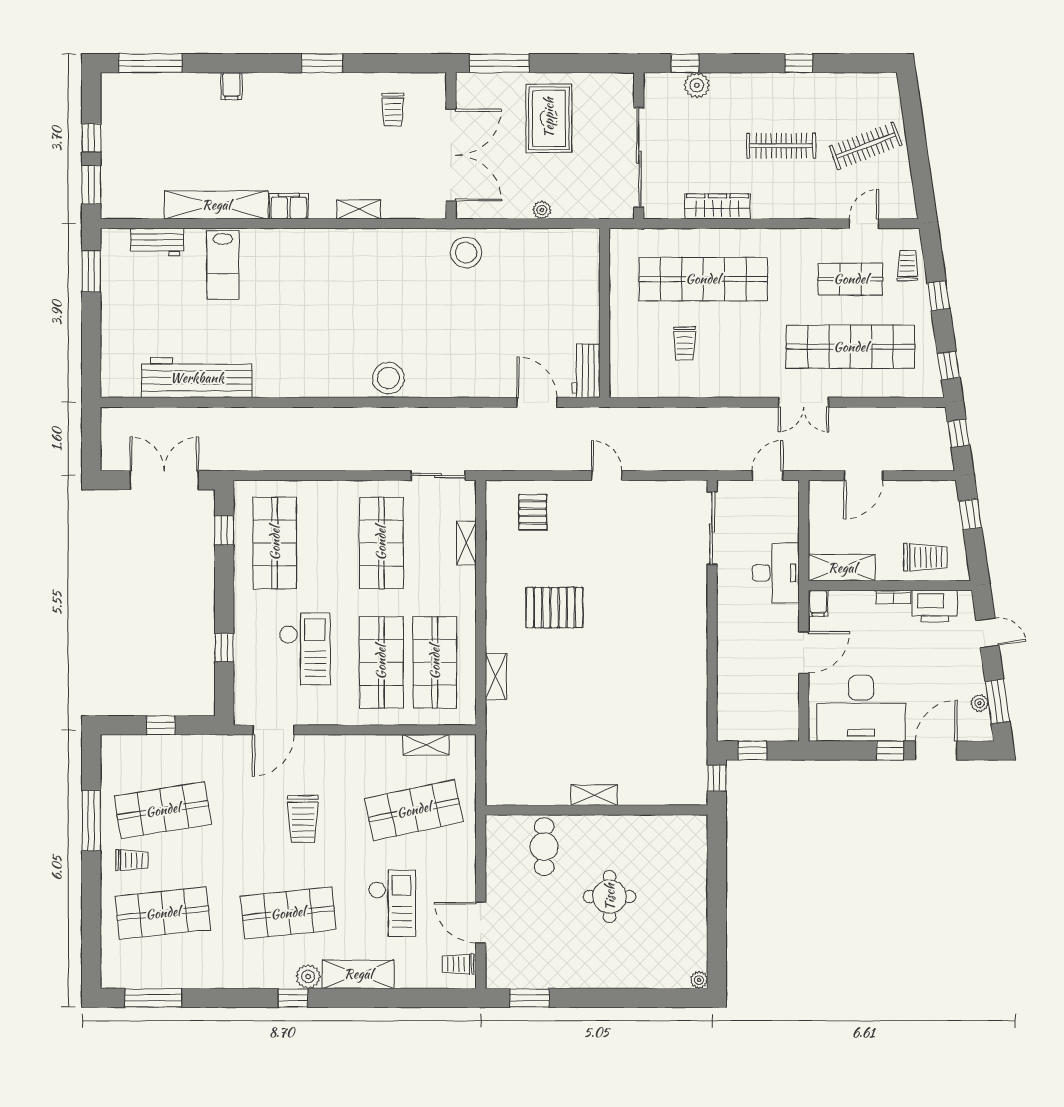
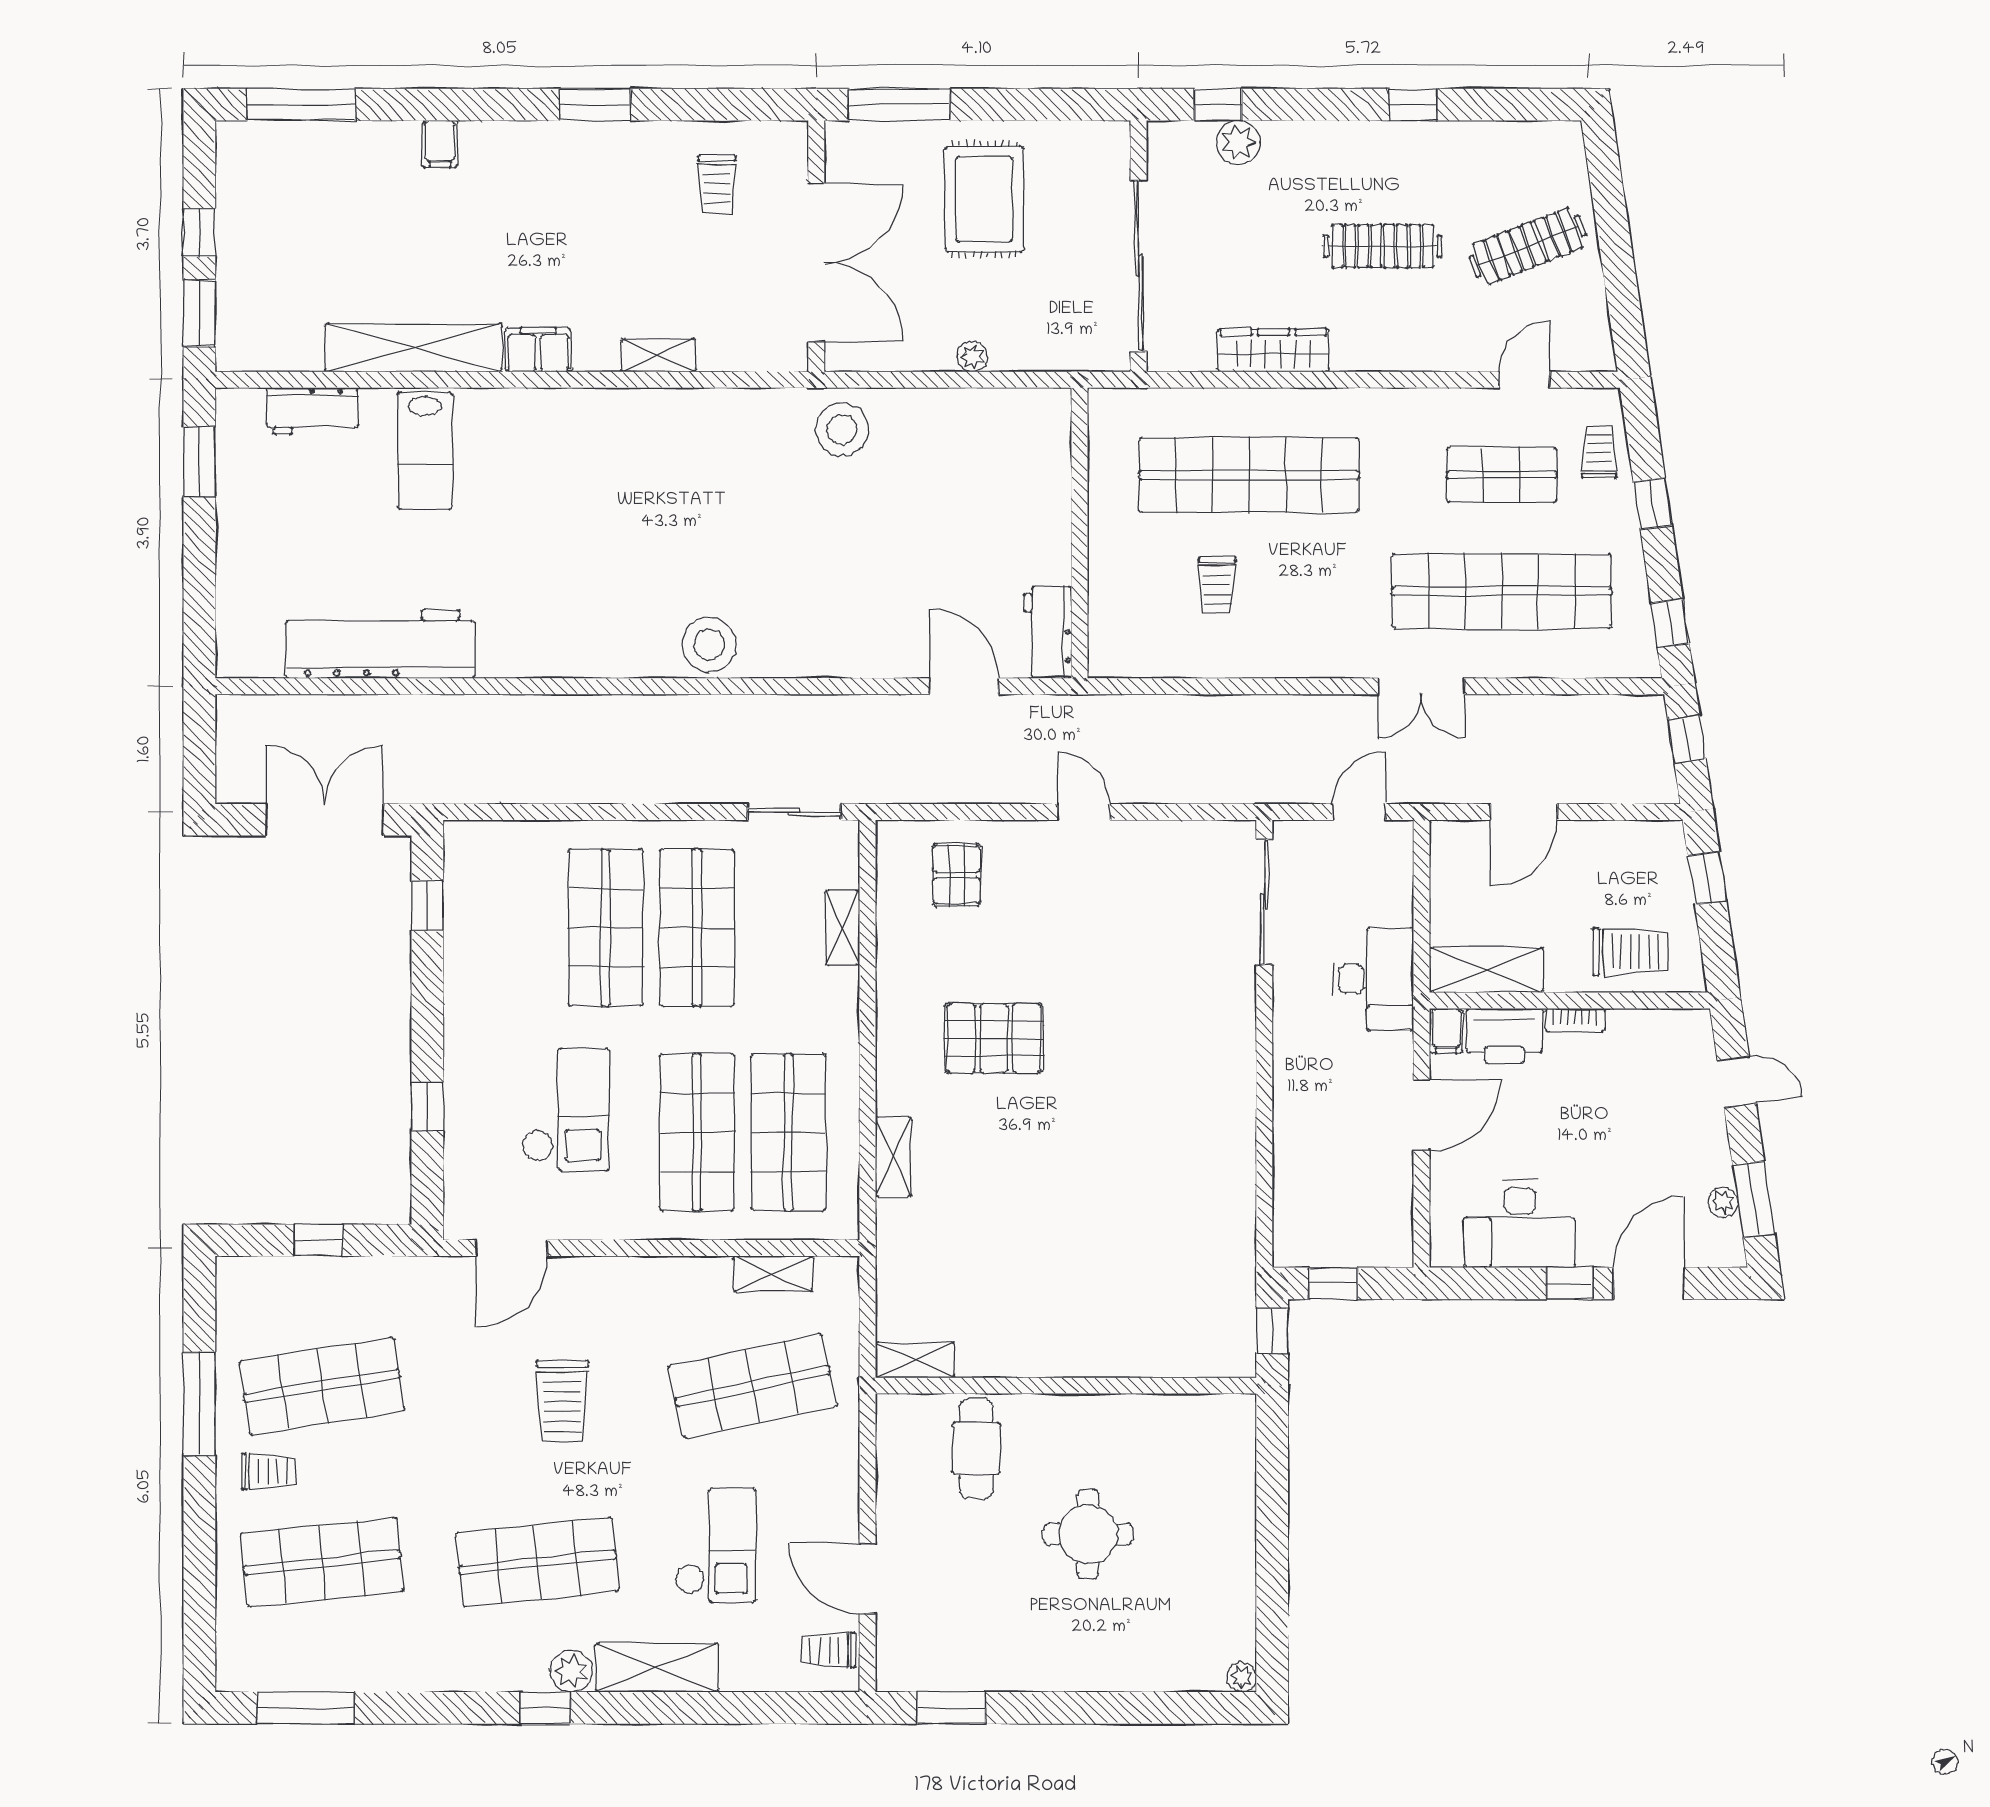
shop shelf: (275, 543) -> (606, 928), moved
printer: (935, 606) -> (1504, 1036), moved
desk: (861, 708) -> (1520, 1224), width x0.73, depth x0.77
shelving: (594, 795) -> (915, 1360), moved

